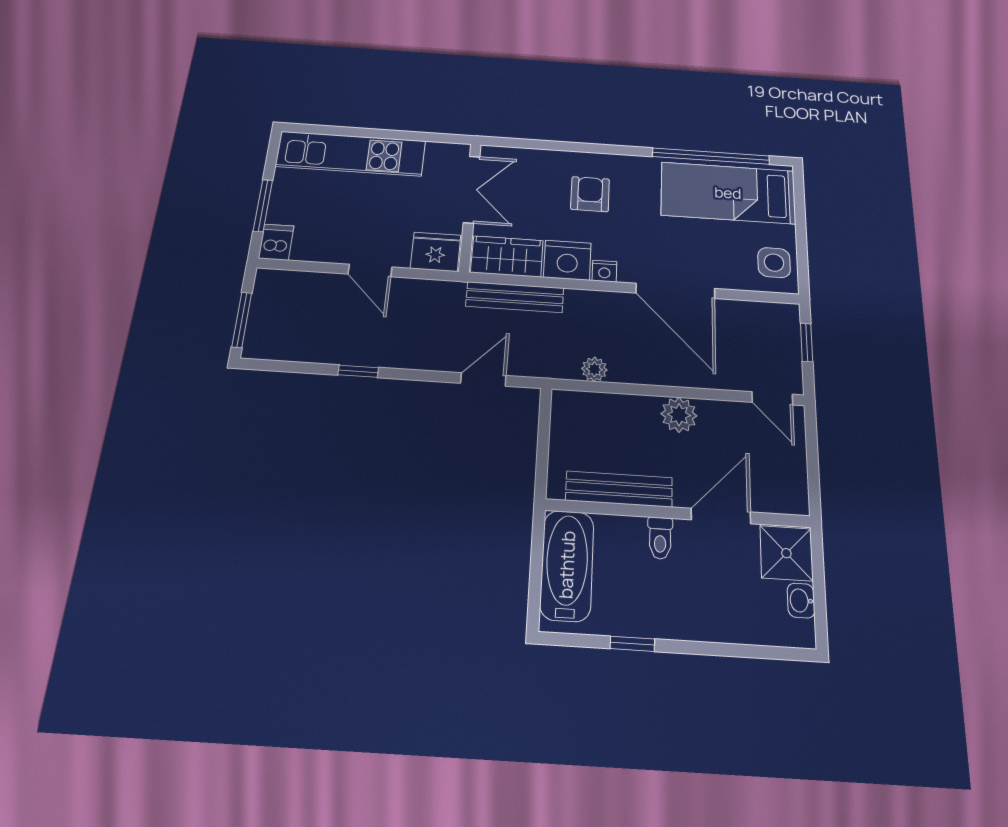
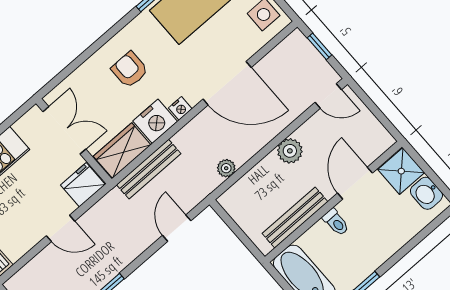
washbasin: (801, 601) -> (426, 193), width x1.38, depth x1.45

